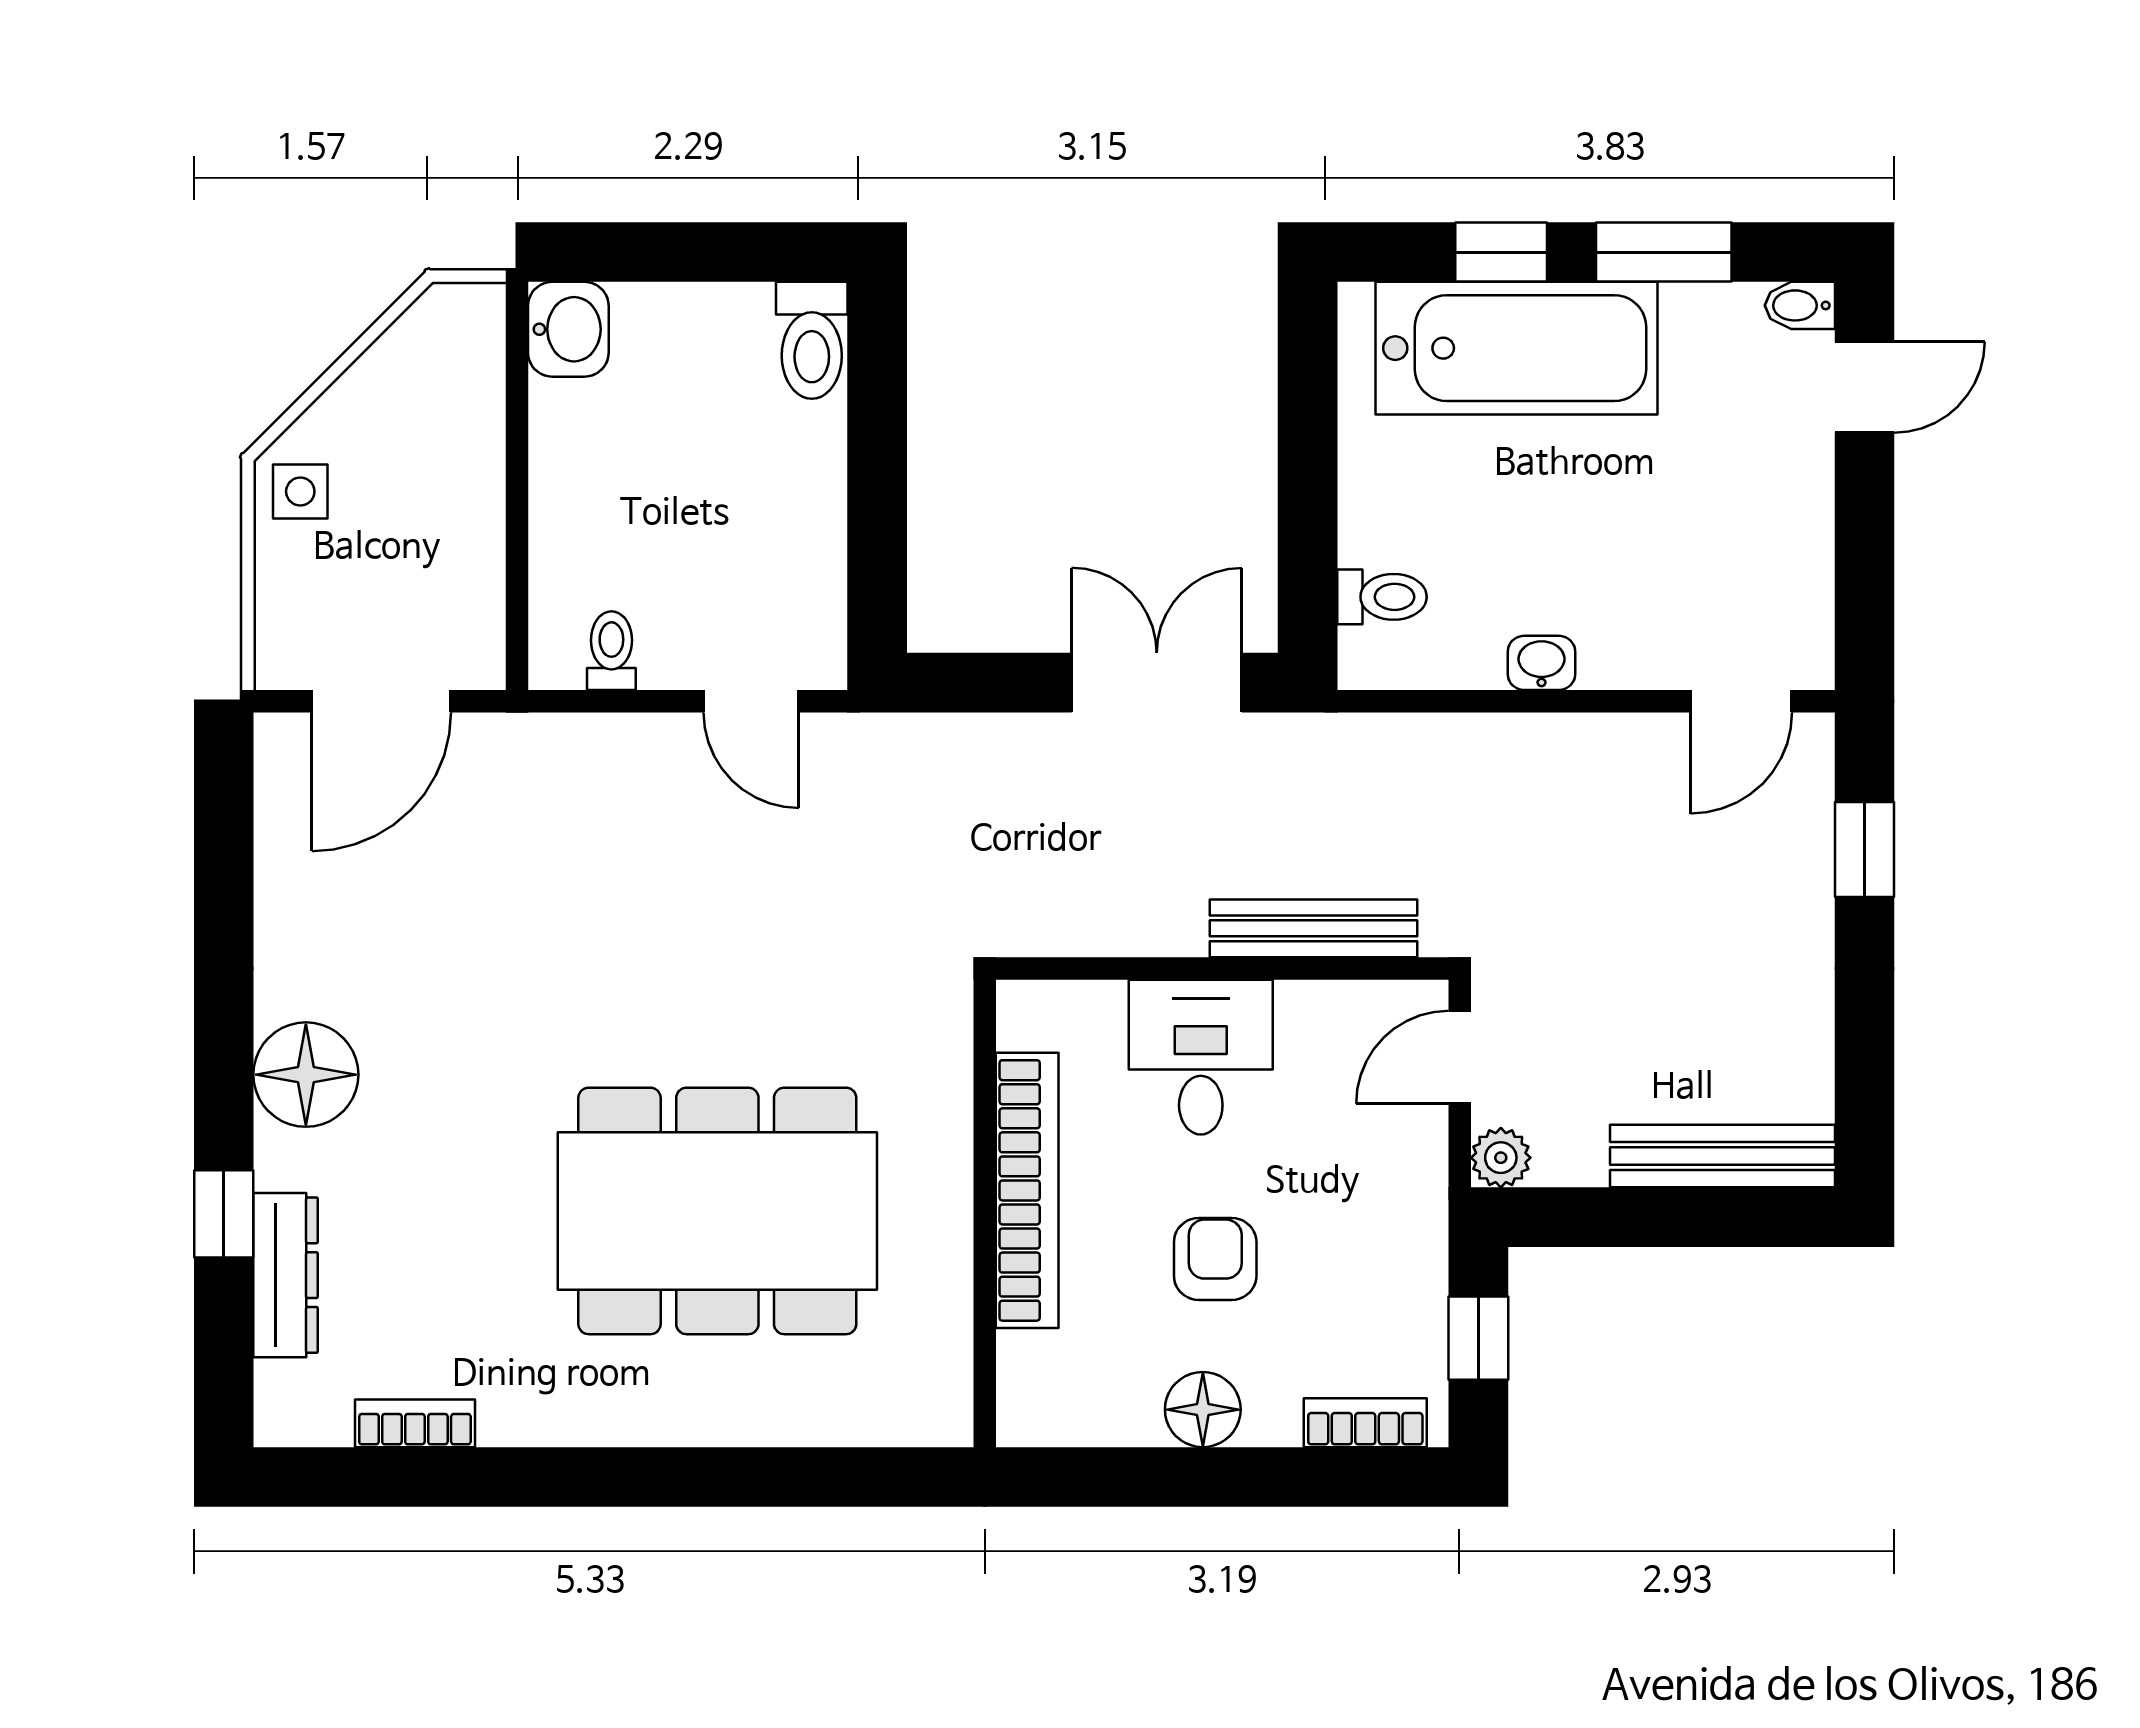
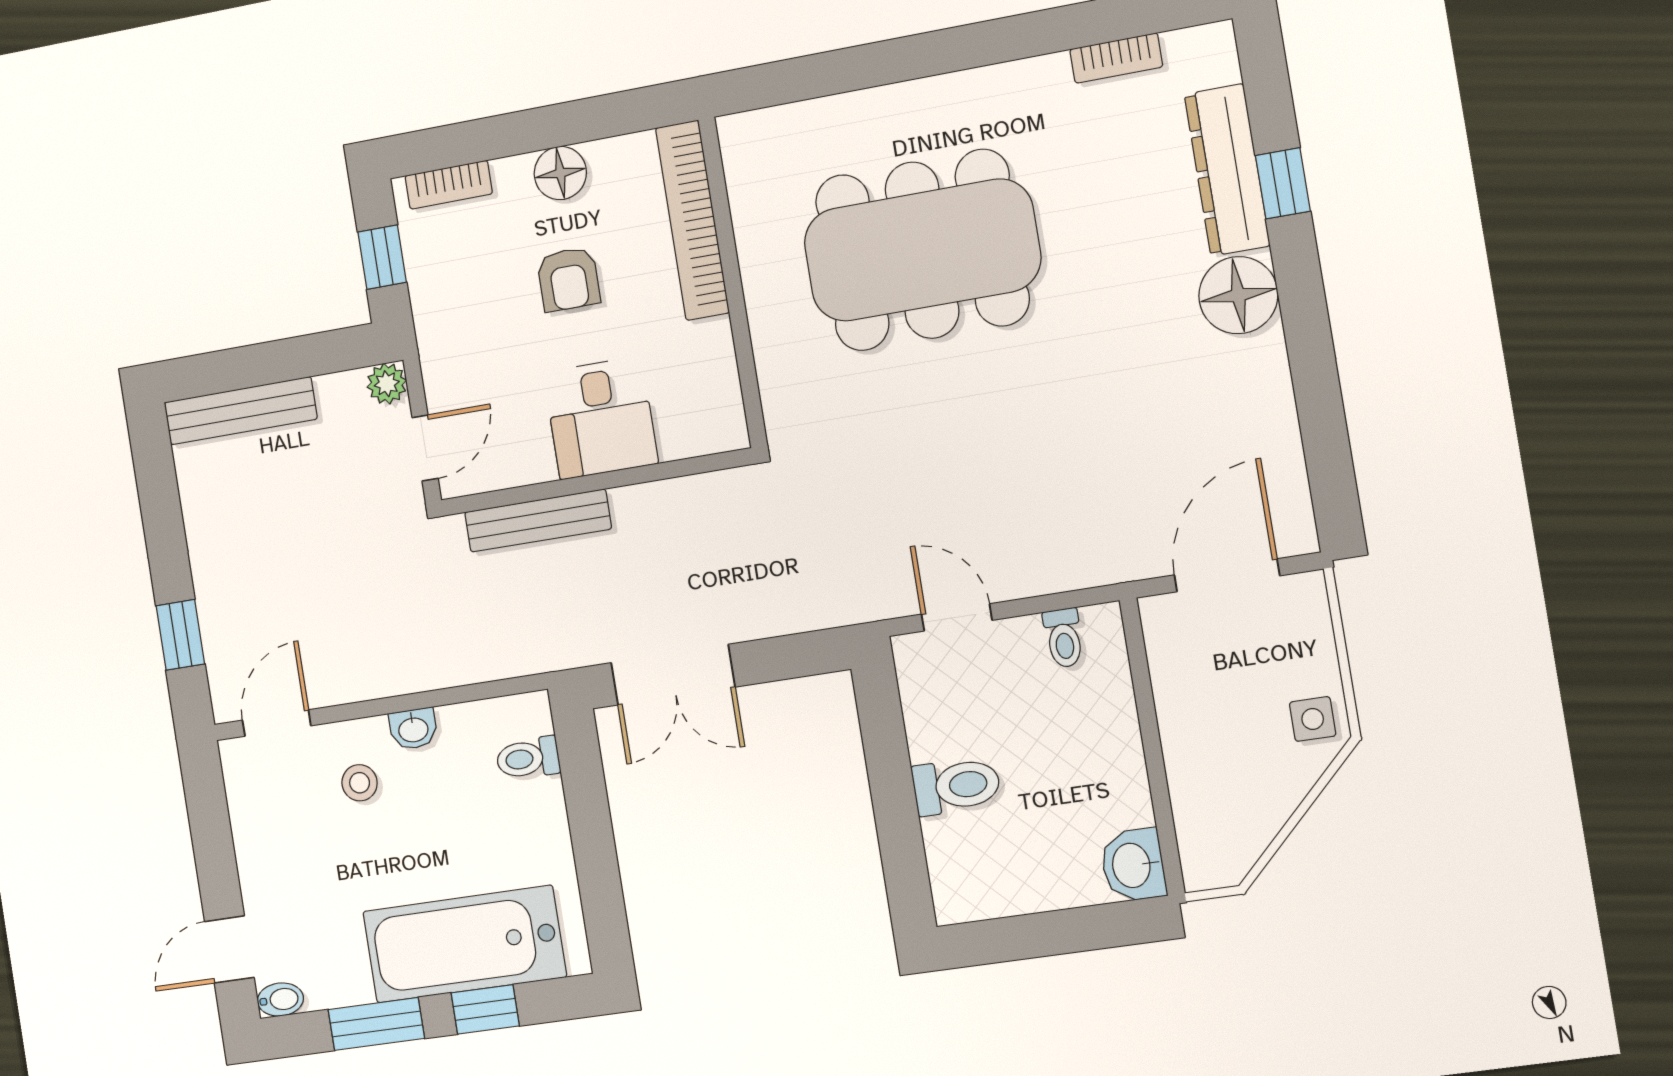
toilet: (812, 340) -> (956, 786), moved, turned 90
stool: (1632, 598) -> (360, 783), added
bookcase: (1027, 1190) -> (692, 220), moved
dresser: (286, 1275) -> (1227, 170), width x1.37, depth x1.24

